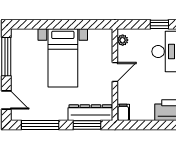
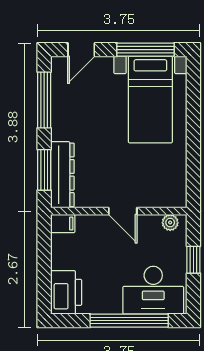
window: (159, 24) -> (193, 260), moved
bed with nightstands: (63, 58) -> (150, 100), moved, turned -90

